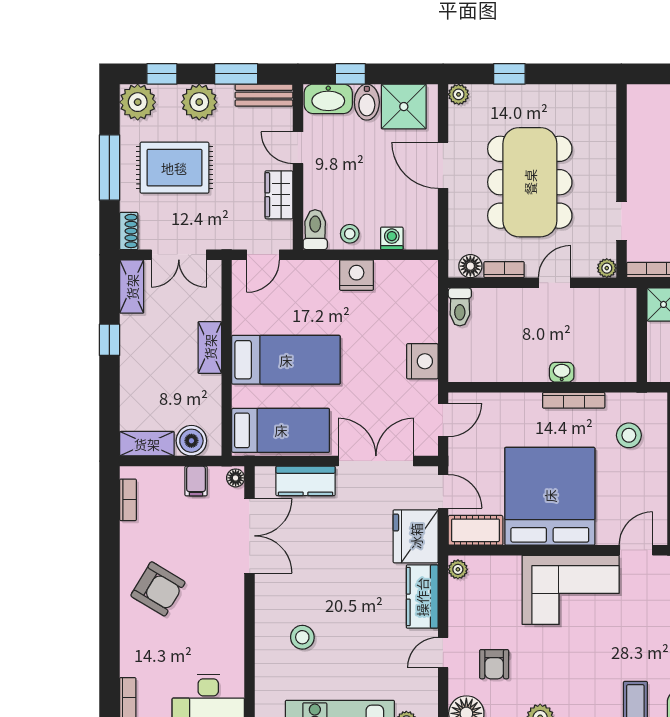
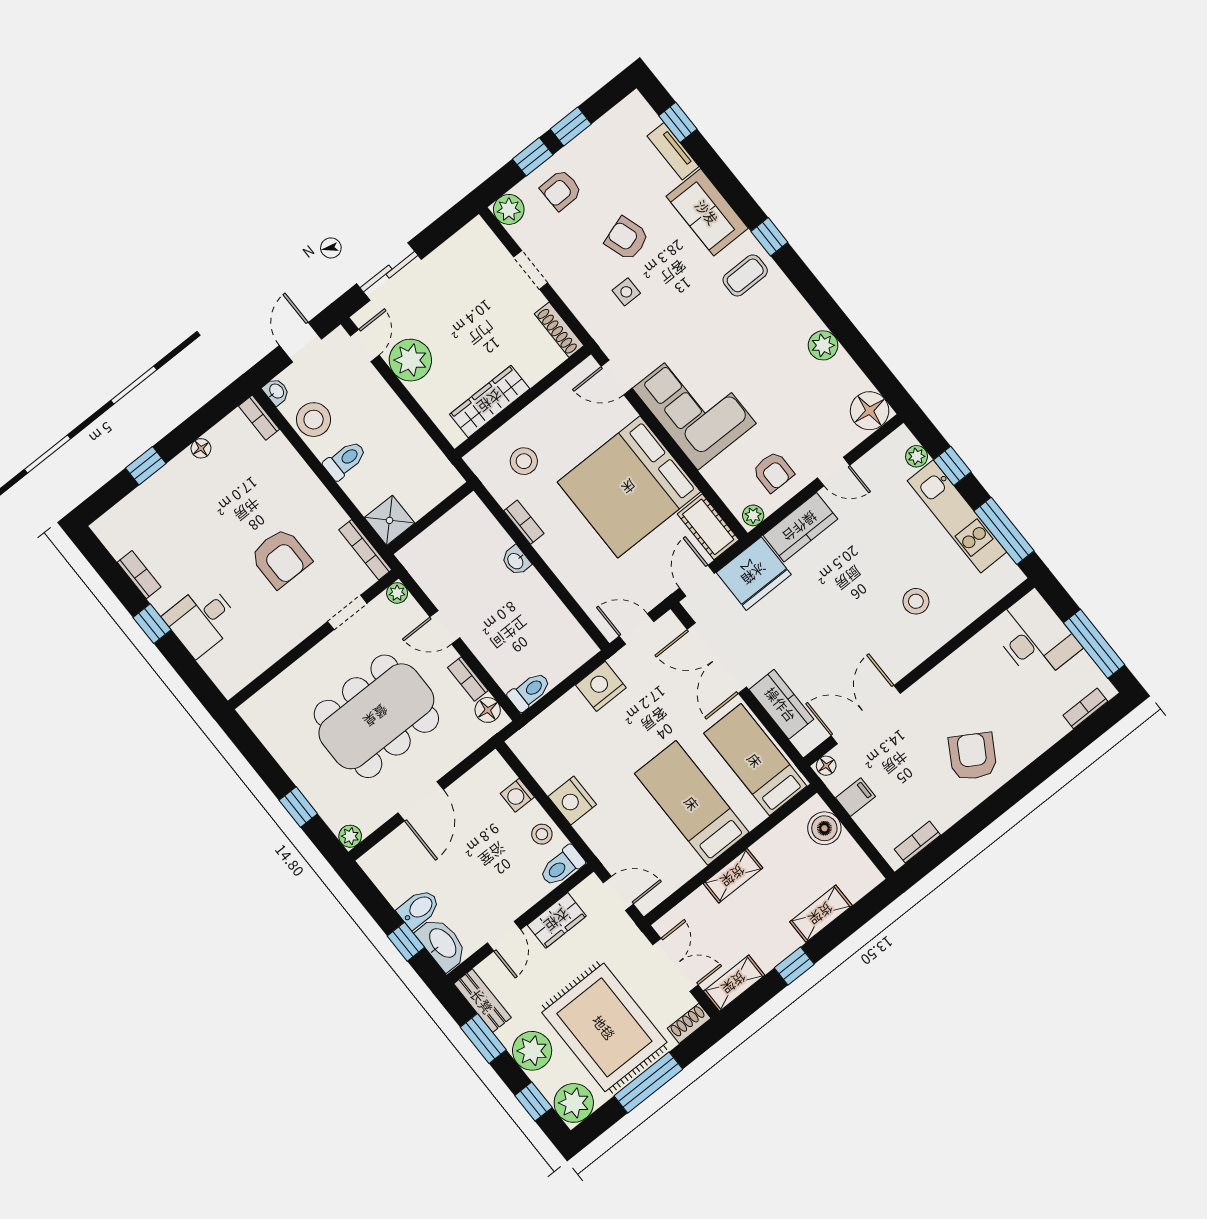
shower: (404, 107) -> (397, 874), removed
rug: (174, 168) -> (604, 1027), width x1.37, depth x1.44
bookcase: (574, 400) -> (524, 522), width x0.64
shelving: (147, 444) -> (821, 914), moved, turned 90
armchair: (494, 664) -> (773, 472), moved, turned 90

